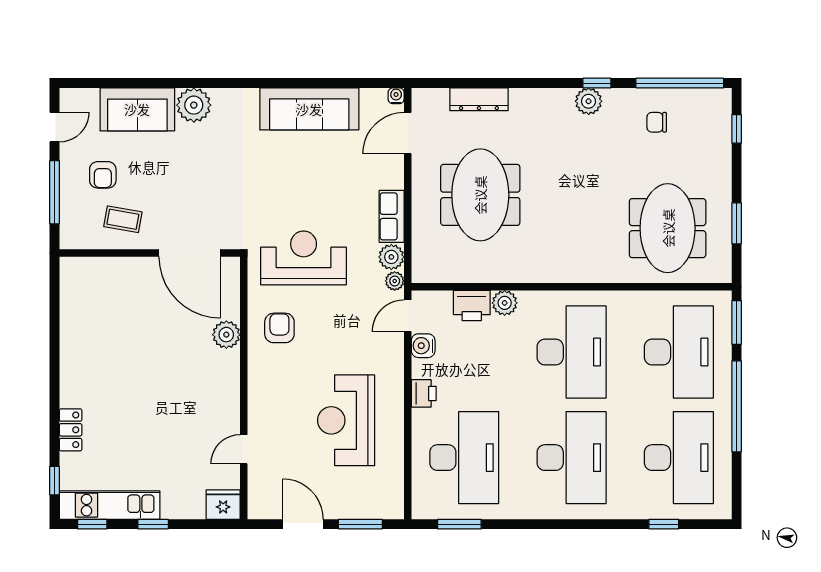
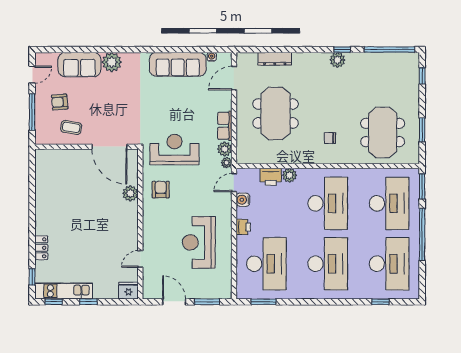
water cooler: (396, 96) -> (212, 57), moved
chair: (657, 122) -> (330, 138), moved
armchair: (103, 175) -> (60, 102), turned 85

